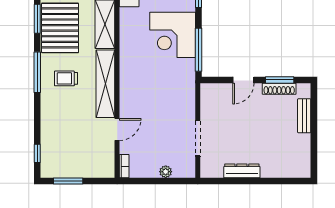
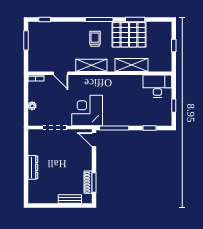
corner desk: (173, 35) -> (87, 111), moved
door: (243, 80) -> (94, 140), moved
shelving: (105, 84) -> (91, 65), width x0.68
dresser: (242, 171) -> (33, 167), moved

